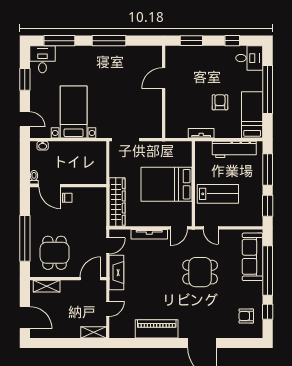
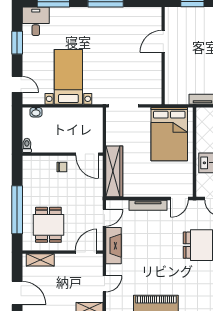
bed: (166, 184) -> (169, 134), moved, turned -90
door: (50, 186) -> (87, 154), moved

